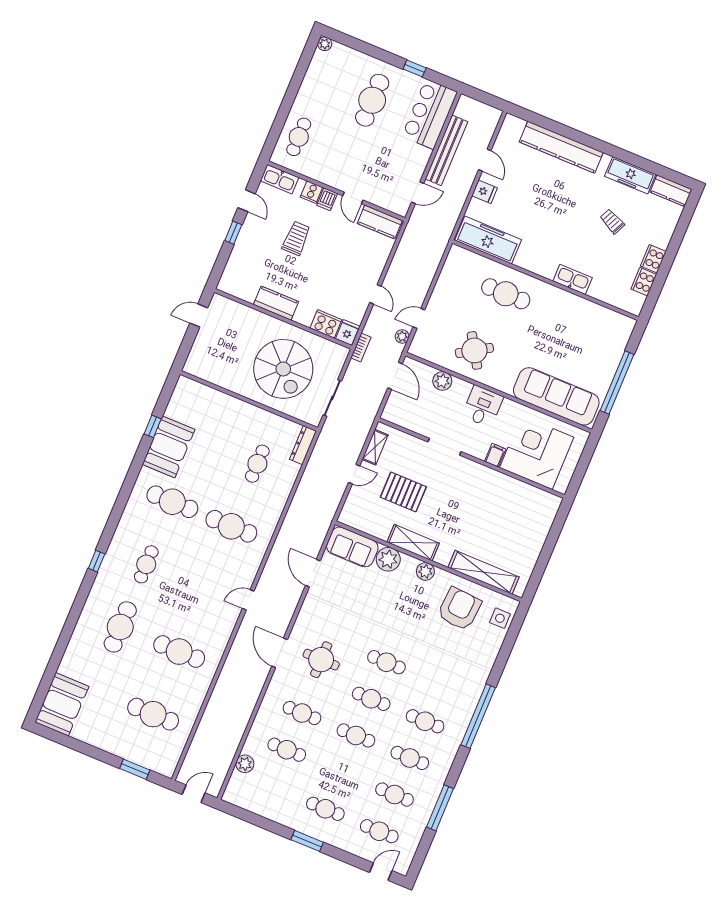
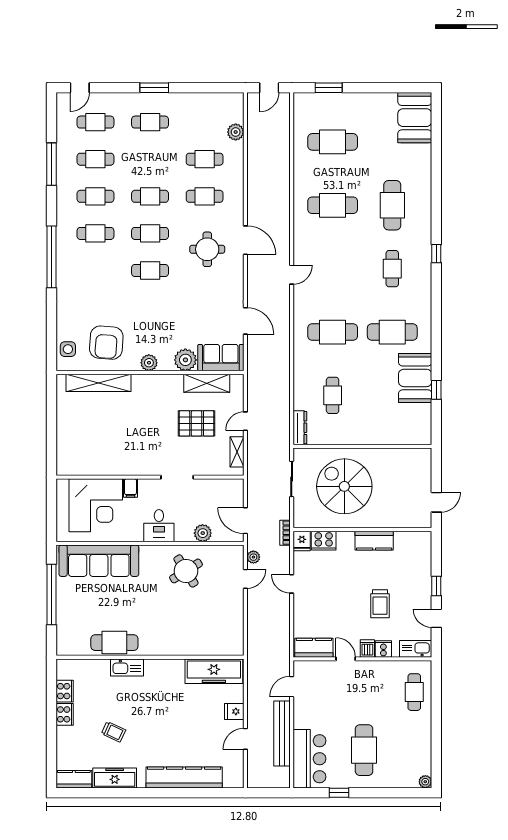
door: (485, 160) -> (245, 739), hinge flipped
cafe table: (506, 294) -> (114, 643), moved
shelving: (413, 543) -> (207, 383), moved

